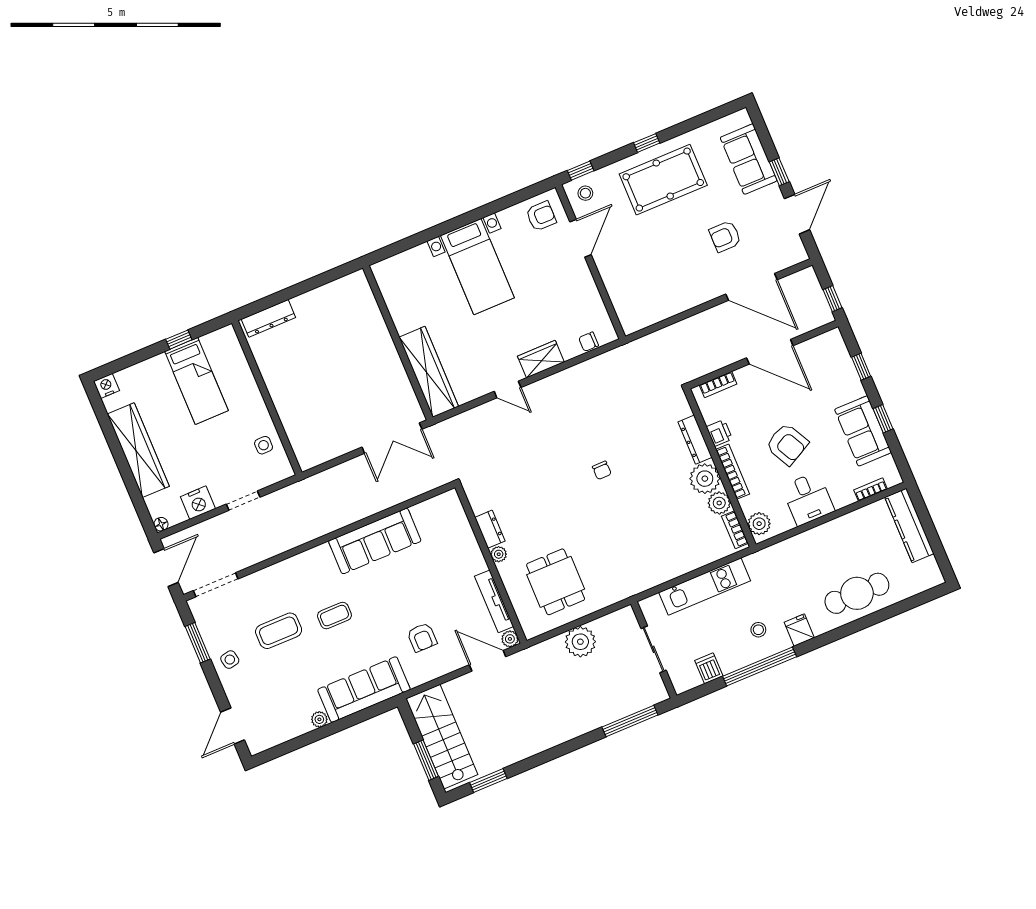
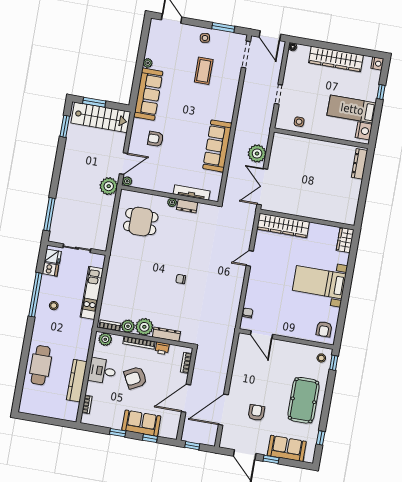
window: (647, 143) -> (321, 438), moved
door: (581, 238) -> (262, 335), moved
window: (179, 340) -> (381, 92), moved
wardrobe: (541, 359) -> (345, 240), moved, turned 180
sofa: (863, 431) -> (141, 423), moved
plant: (349, 477) -> (257, 154), added
nightstand: (198, 503) -> (364, 131), moved, turned 180
kitchen counter: (909, 525) -> (77, 381), moved, turned -90
tv unit: (494, 601) -> (192, 193), moved
coffee table: (334, 616) -> (194, 103), removed
fridge: (799, 630) -> (53, 256), moved
plant: (580, 642) -> (109, 186), moved

